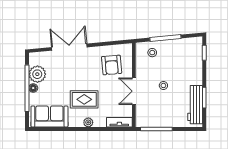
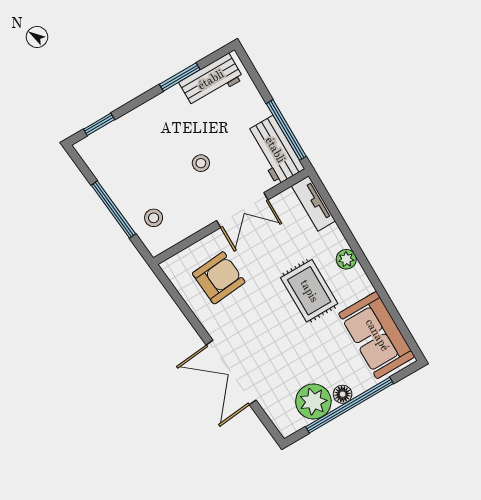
workbench: (195, 105) -> (211, 80), width x0.73
workbench: (151, 119) -> (275, 150), added

